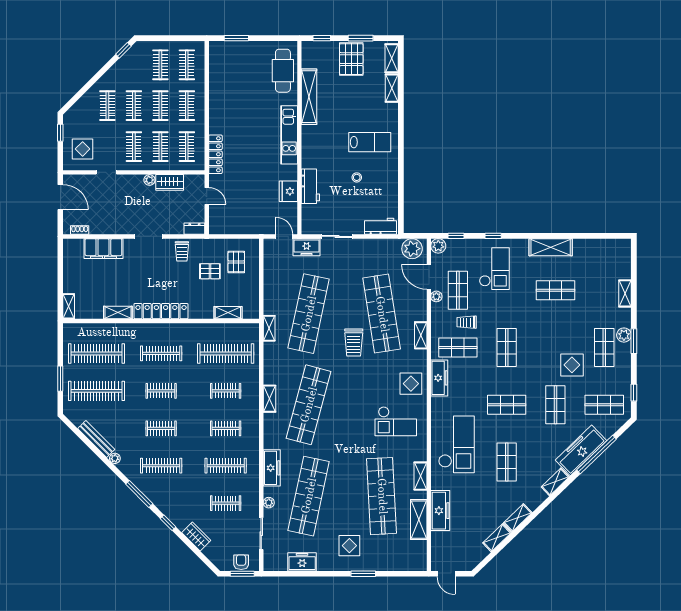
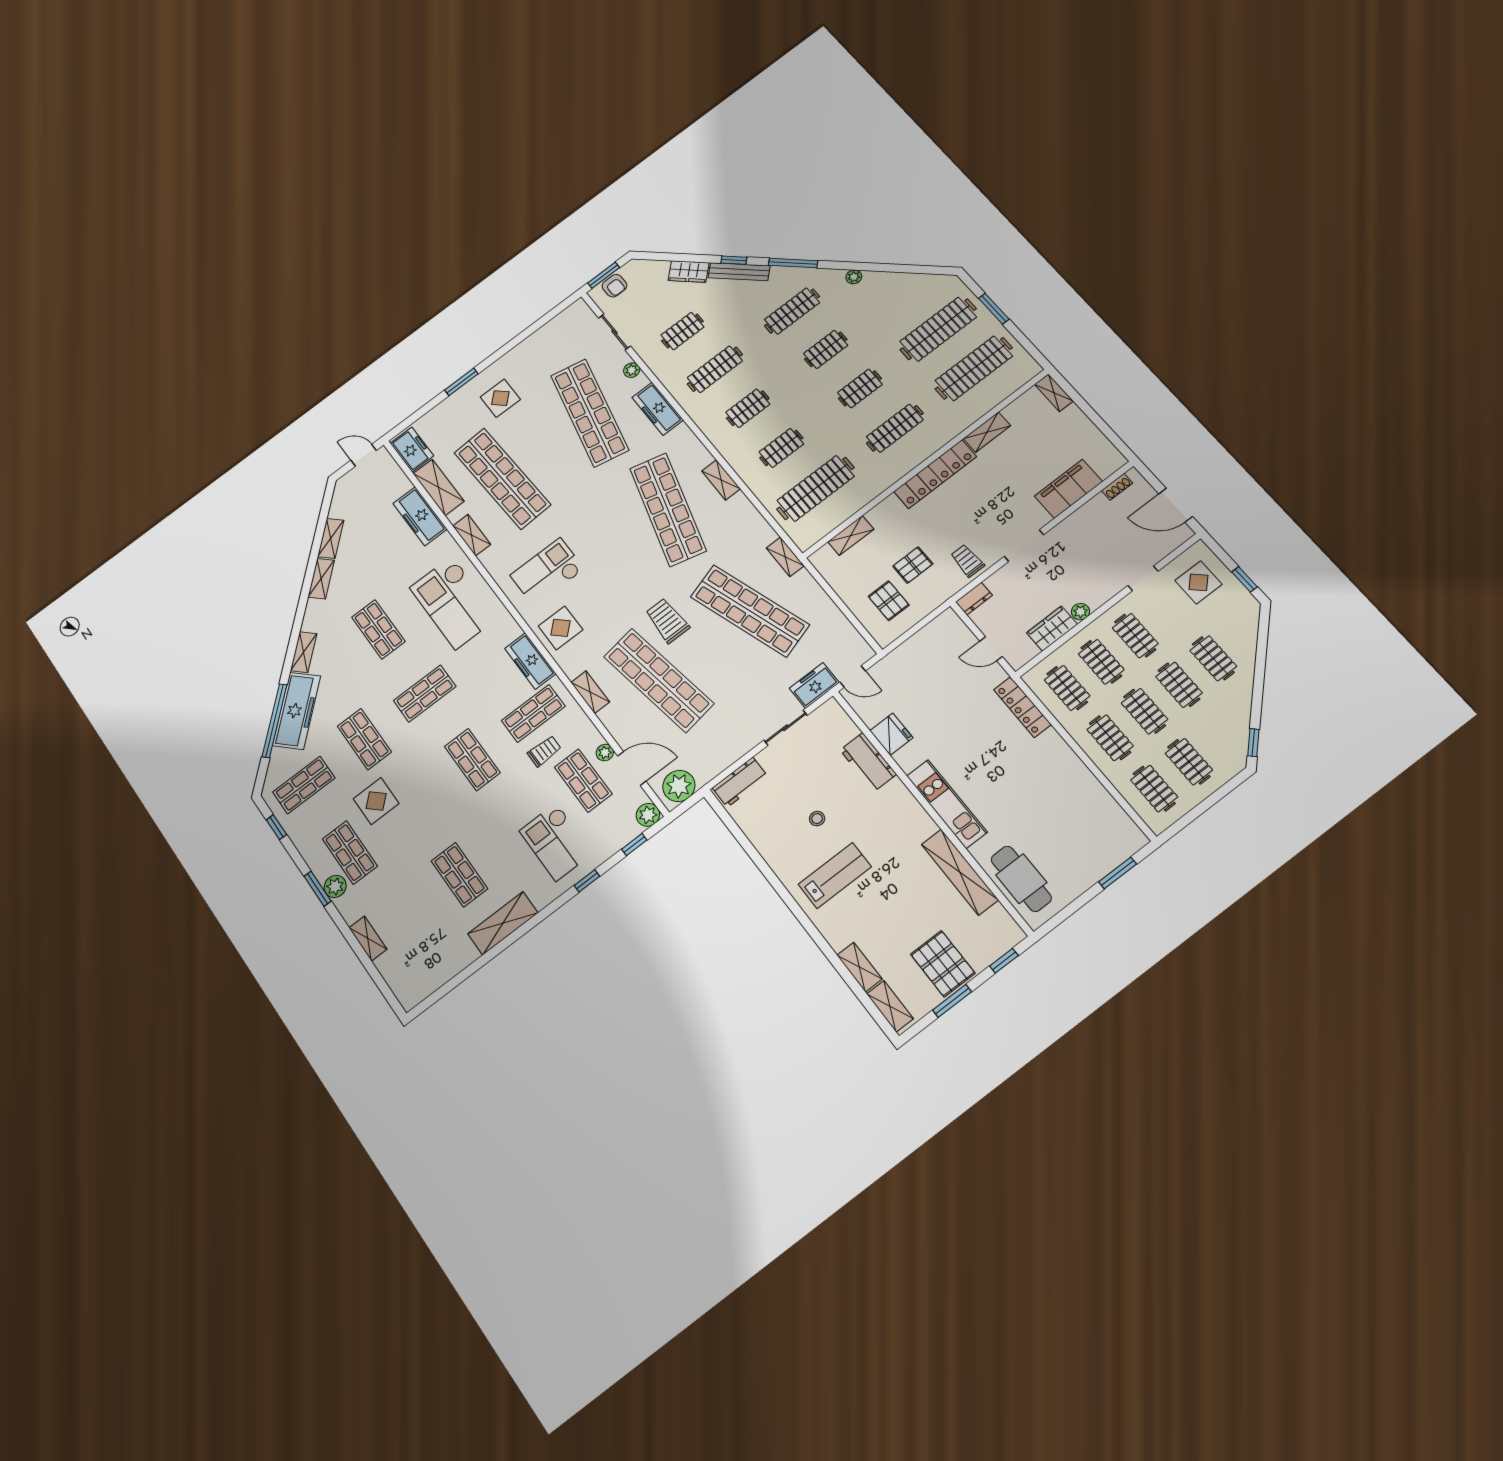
lab bench: (370, 142) -> (835, 876), turned 180
shop shelf: (555, 290) -> (459, 875), turned 90
shop shelf: (309, 314) -> (750, 611), turned -30
bench: (96, 439) -> (739, 272), moved
freezer: (302, 562) -> (412, 449), moved, turned -90

